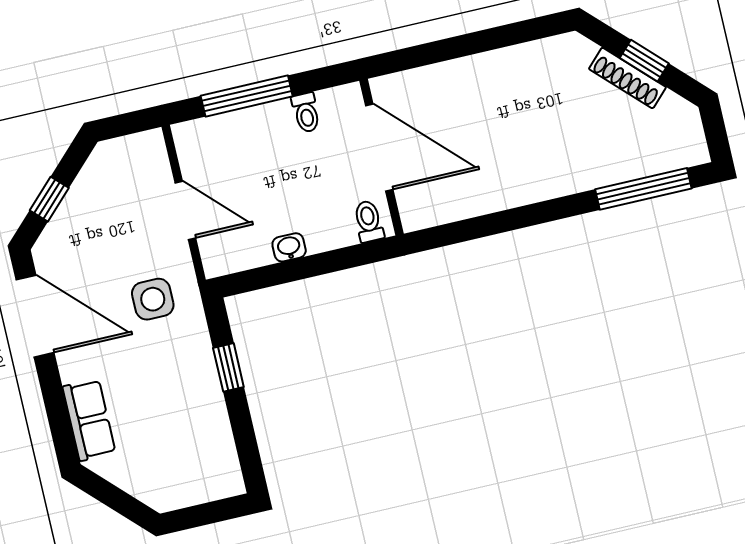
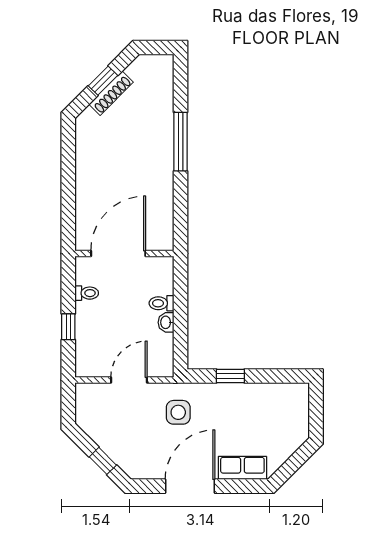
window: (247, 96) -> (68, 327), width x0.46
window: (643, 189) -> (181, 142), moved
toilet: (369, 221) -> (161, 303), moved
door: (35, 316) -> (190, 486), moved

